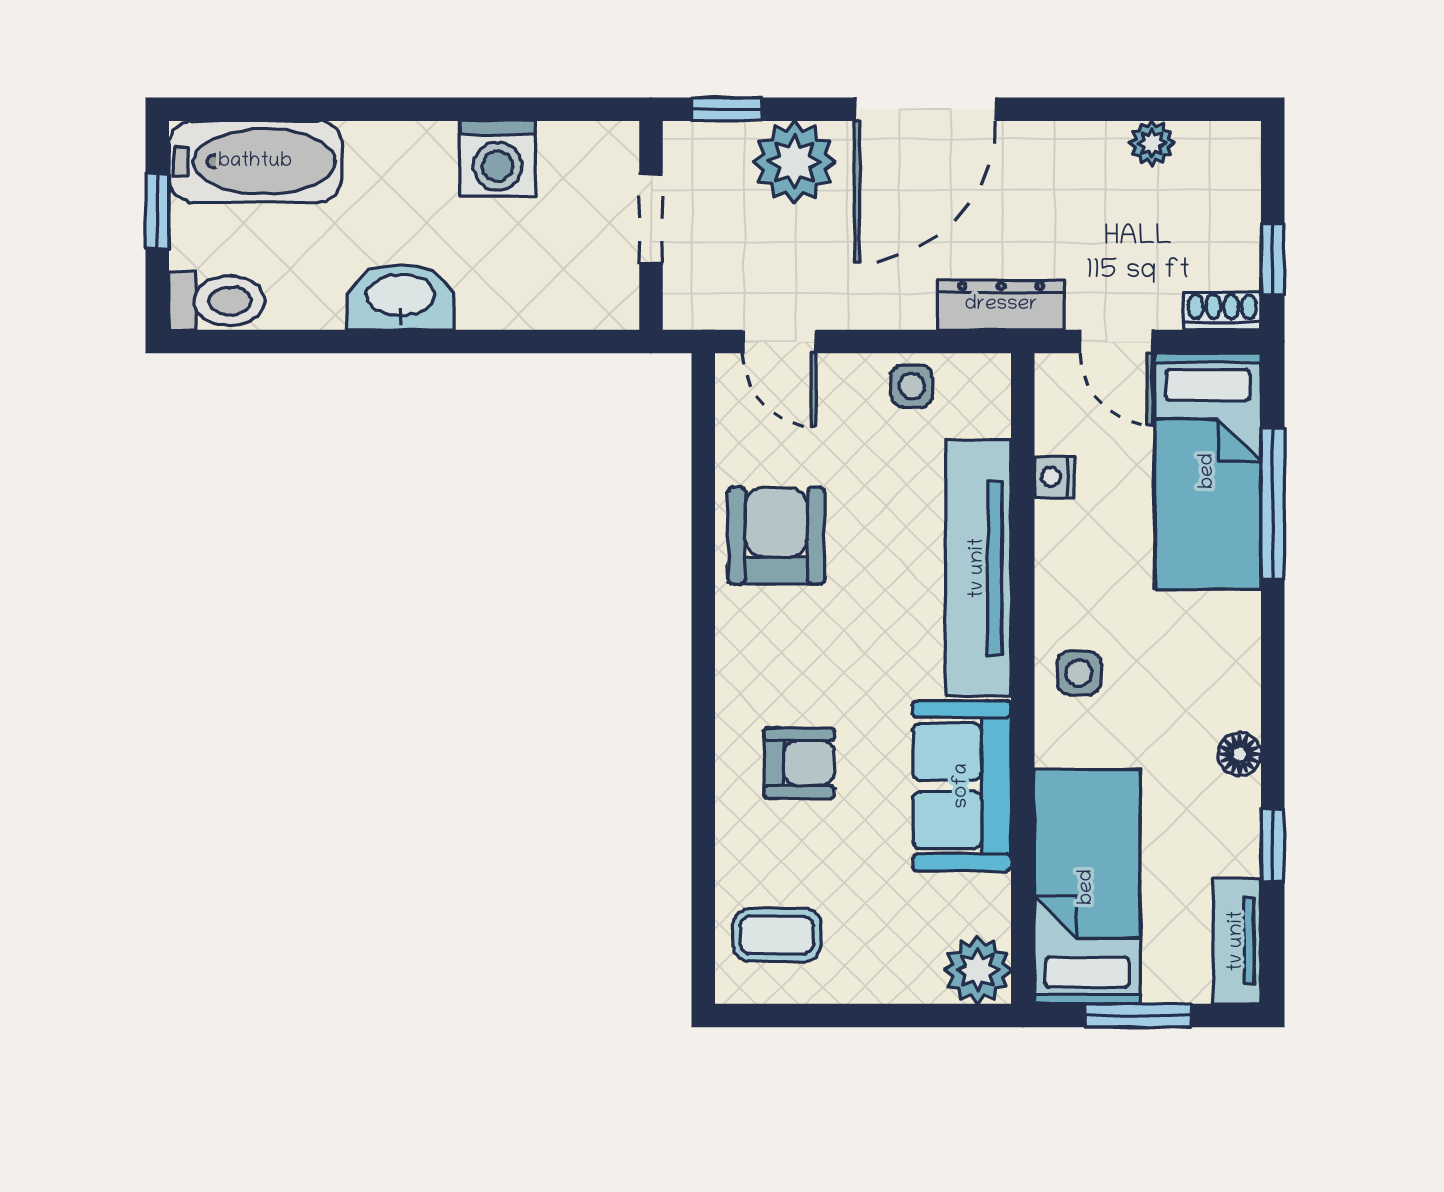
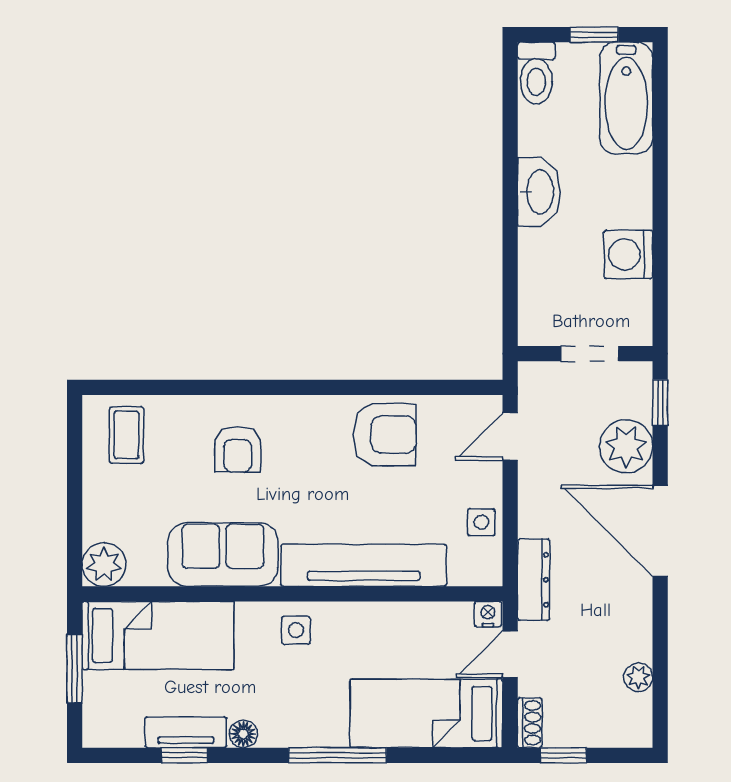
nightstand: (1054, 477) -> (488, 614), moved
window: (1273, 504) -> (338, 755), moved
tv unit: (1237, 941) -> (186, 732), moved

